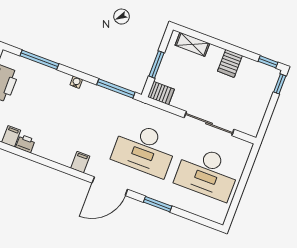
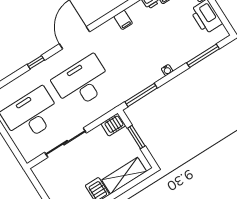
shelving: (192, 44) -> (124, 176), width x1.50, depth x1.33
filing cabinet: (80, 162) -> (123, 20), moved
window: (158, 204) -> (36, 62), width x0.67

